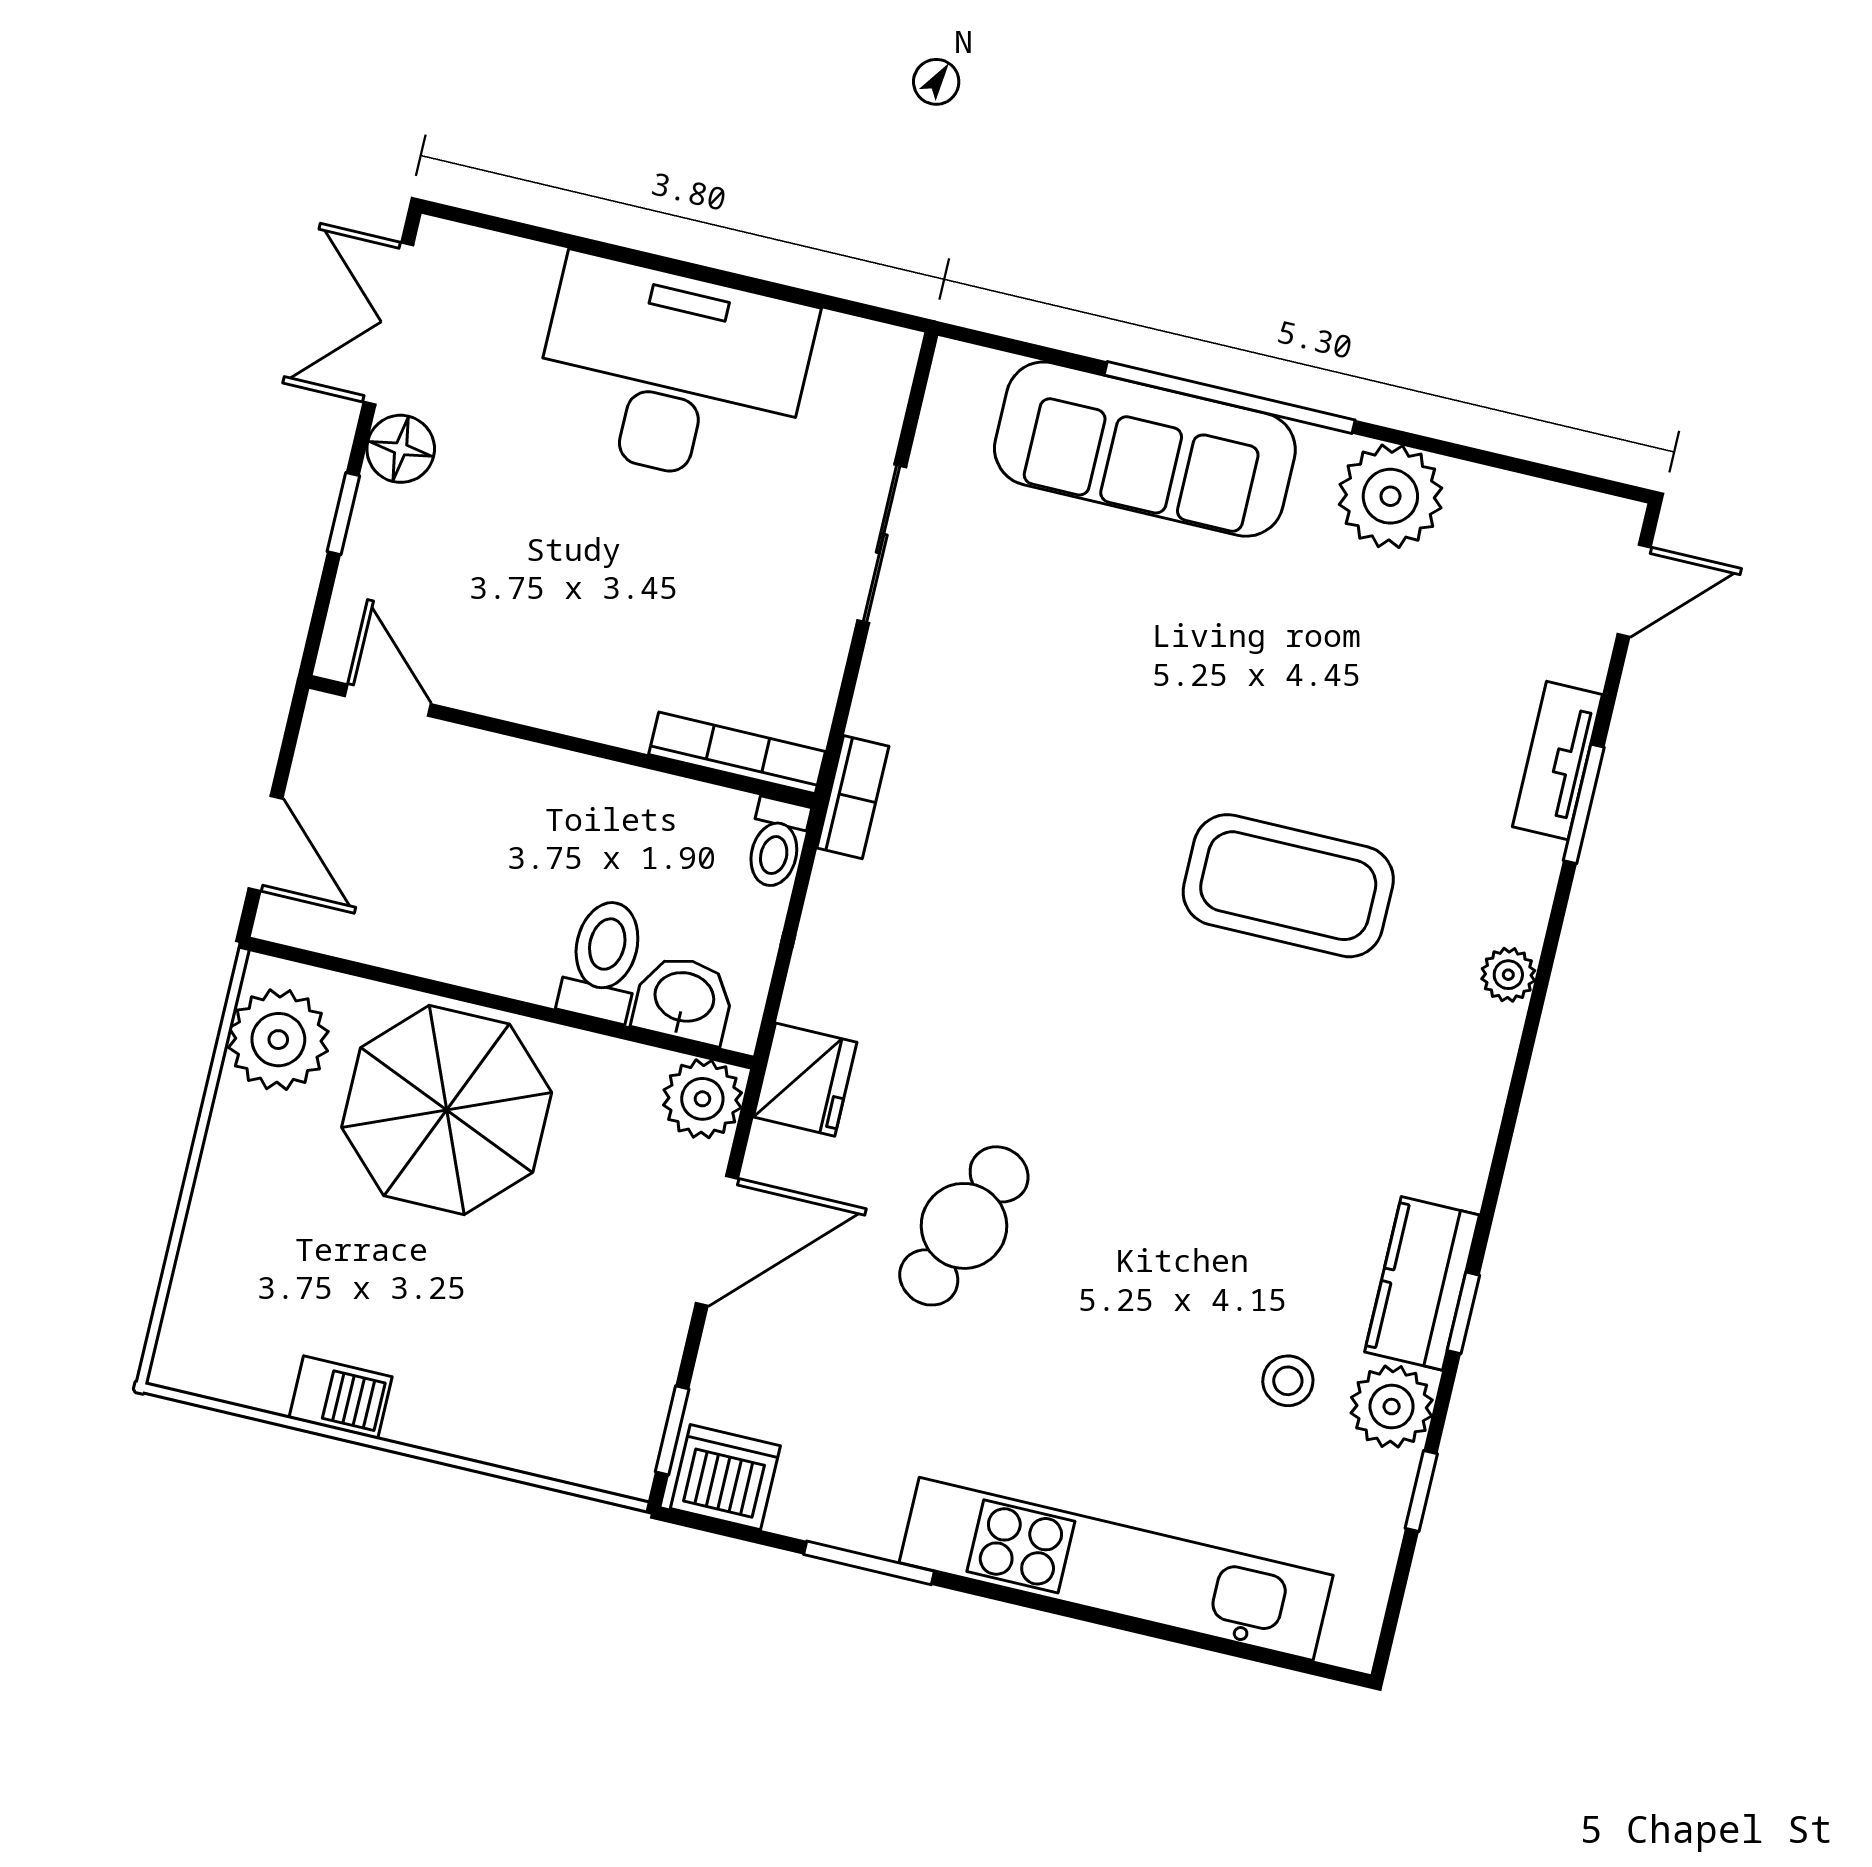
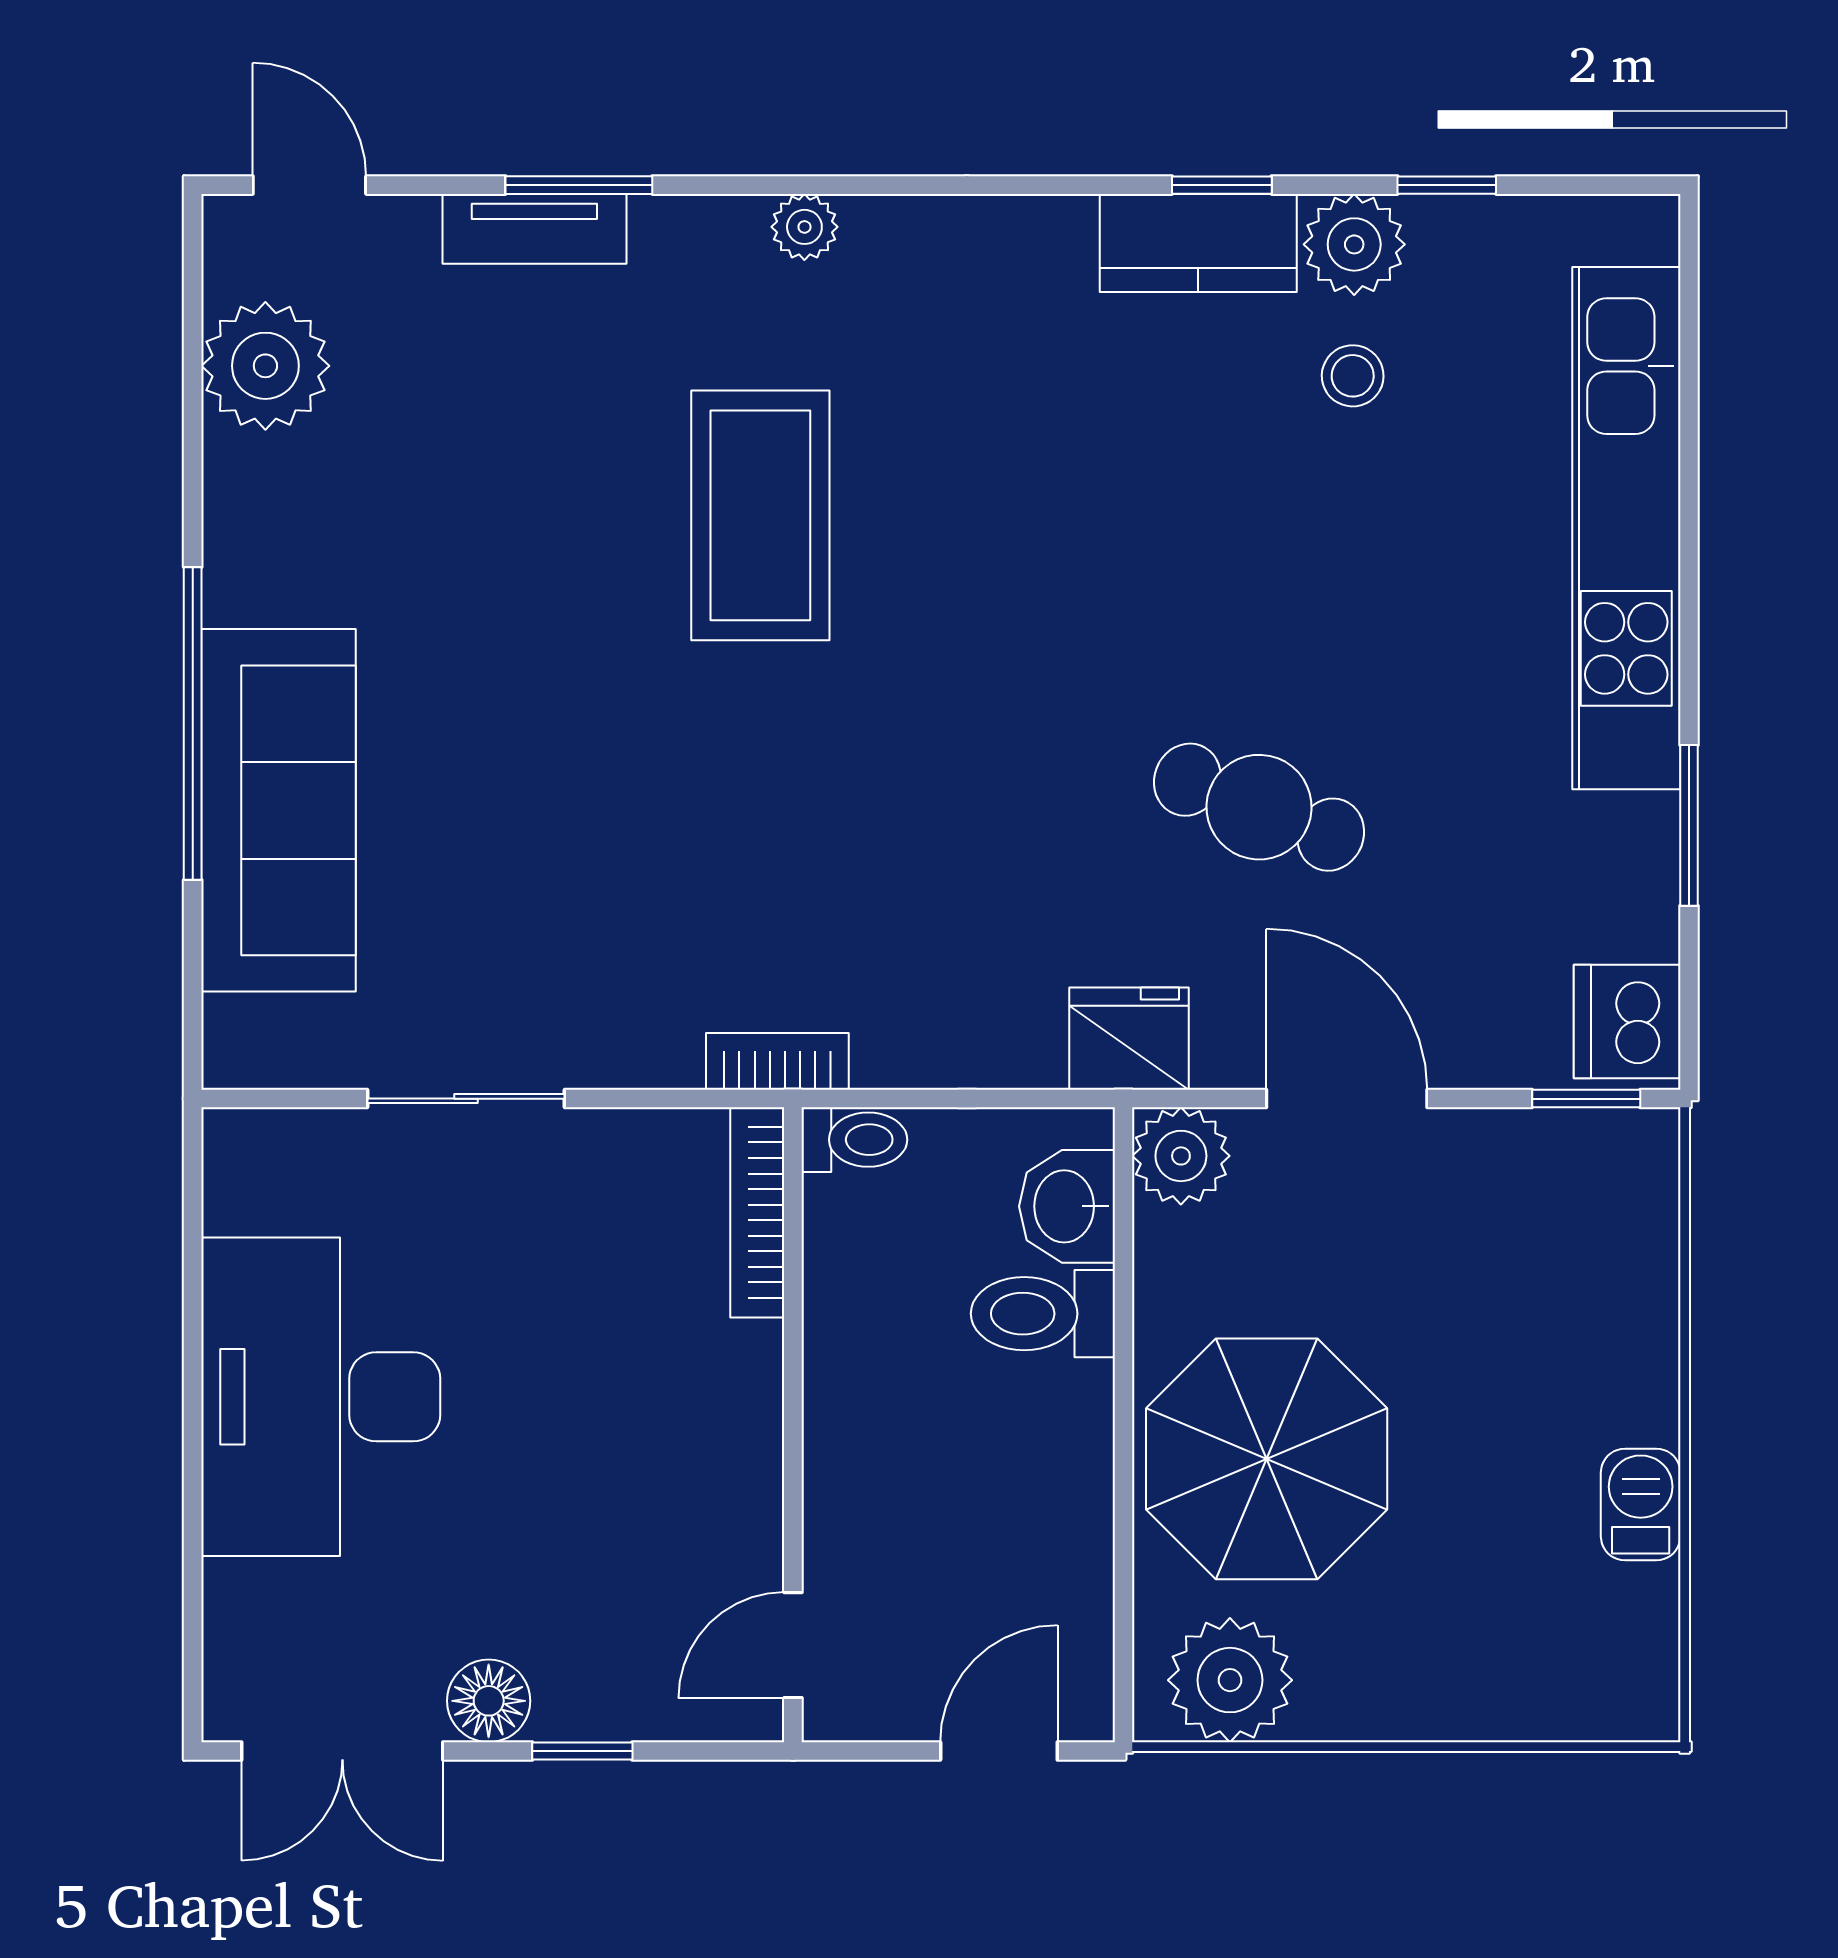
plant: (1390, 496) -> (265, 366), moved

